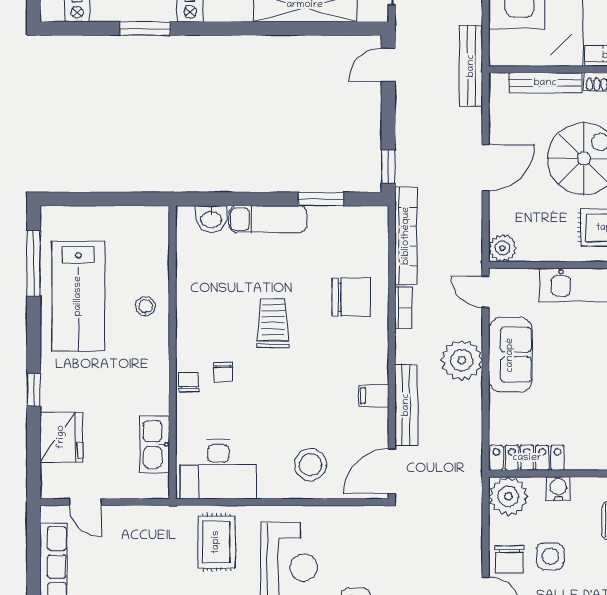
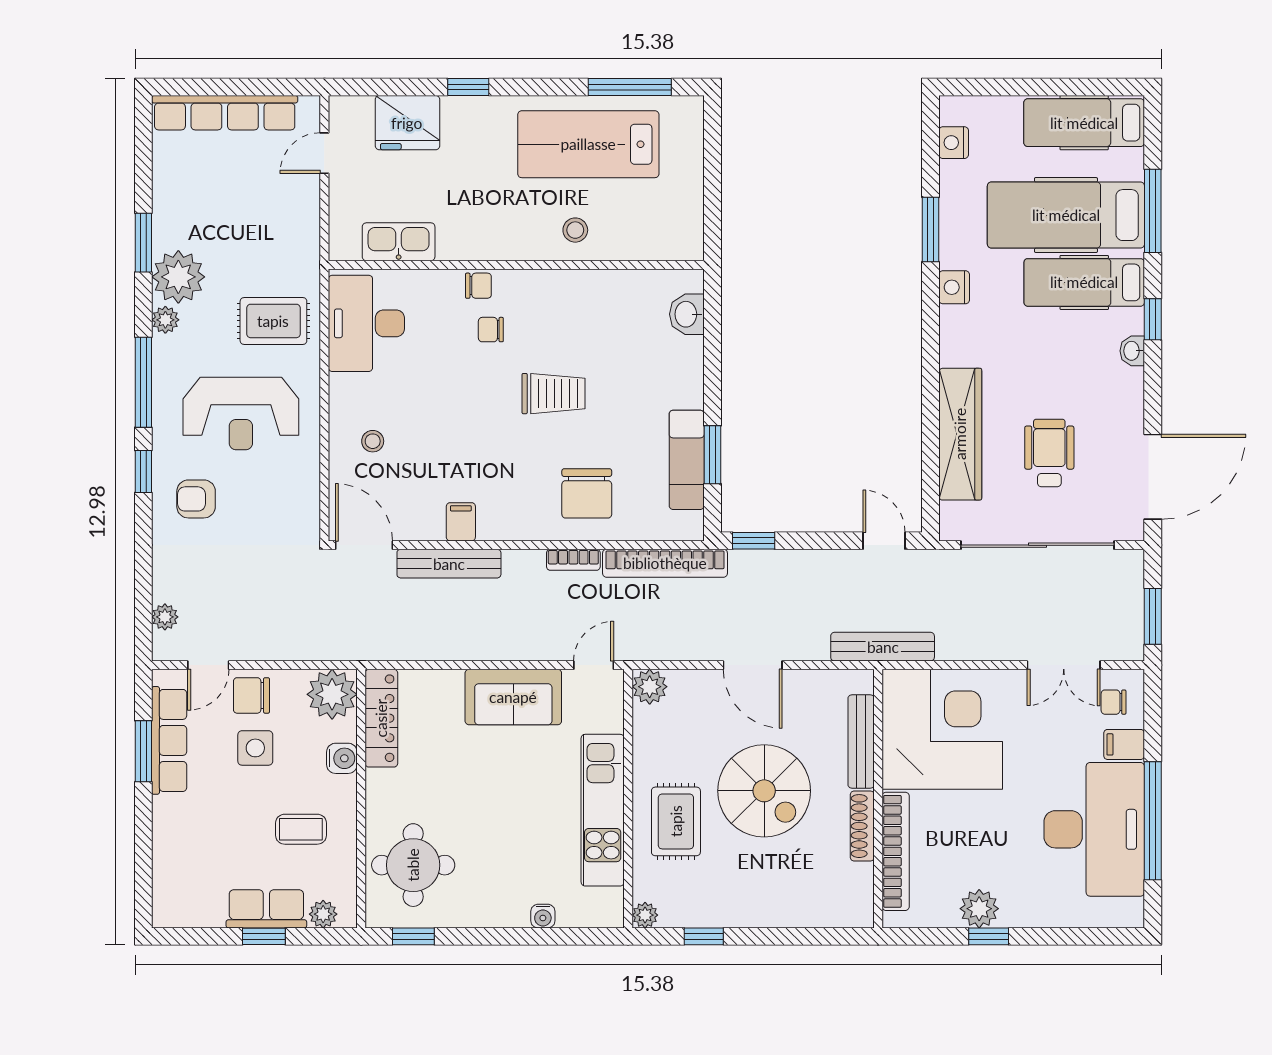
exam couch: (268, 219) -> (687, 460), moved
plant: (462, 360) -> (506, 635), removed
stool: (310, 465) -> (373, 441), width x0.53, depth x0.53

